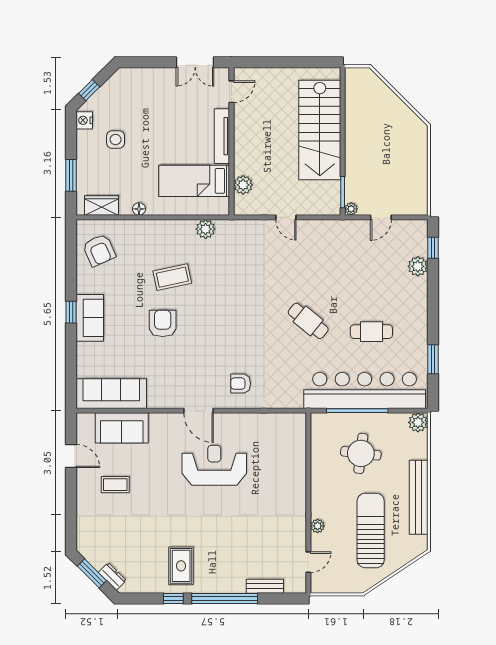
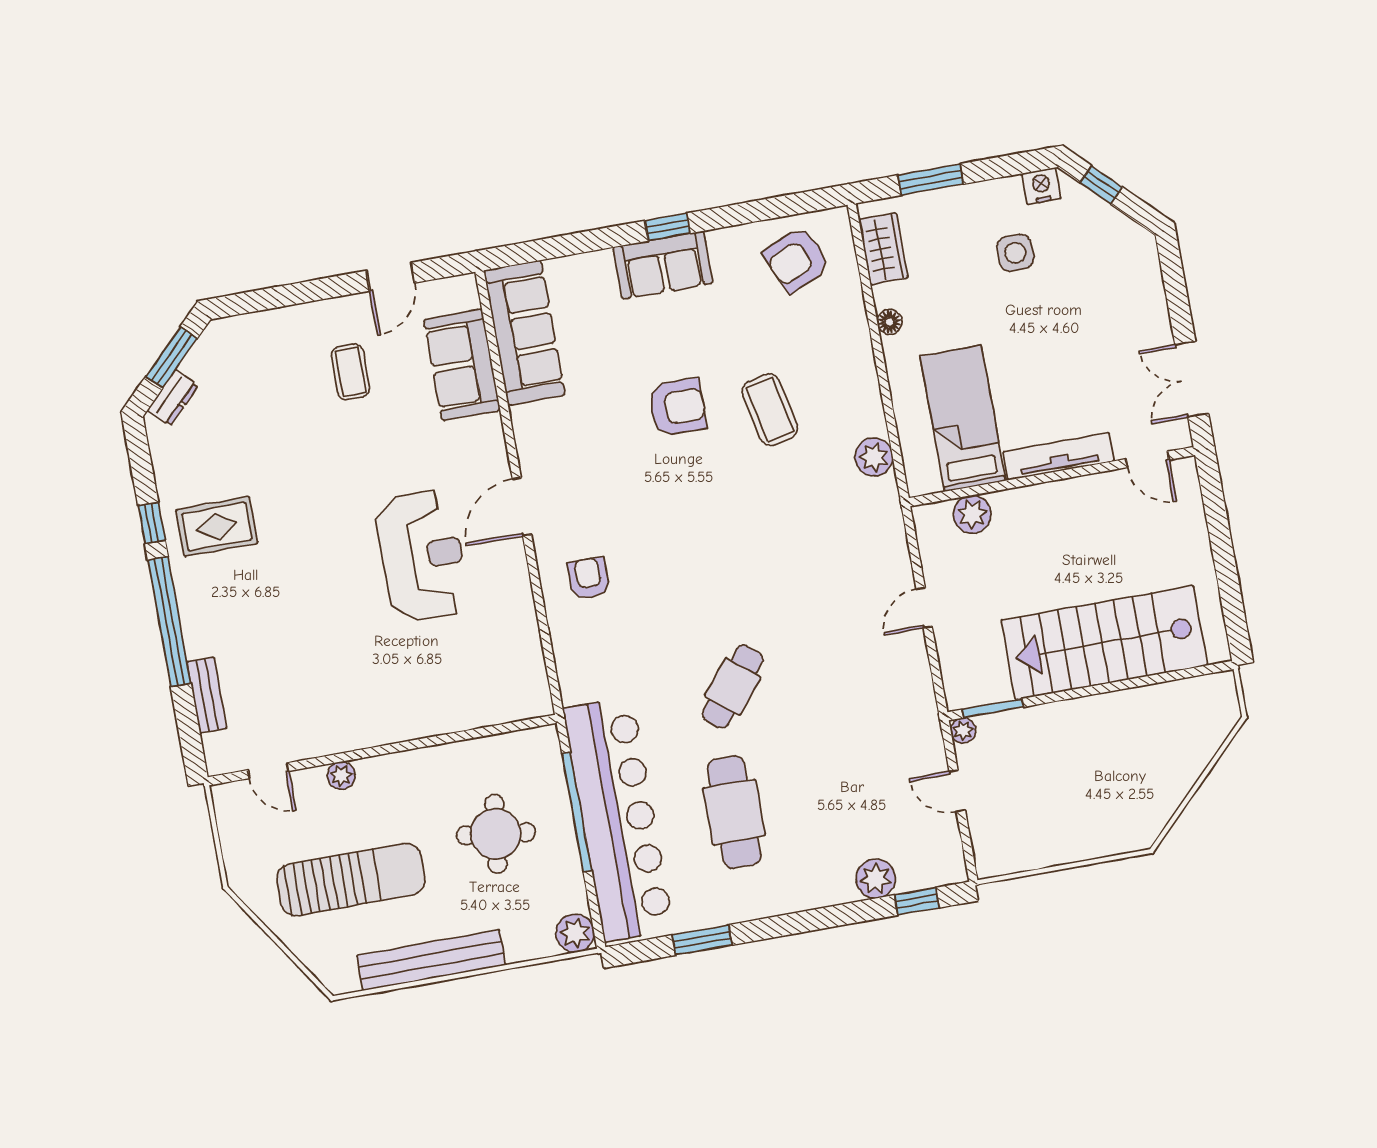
cafe table: (371, 332) -> (734, 812), width x1.37, depth x1.35

